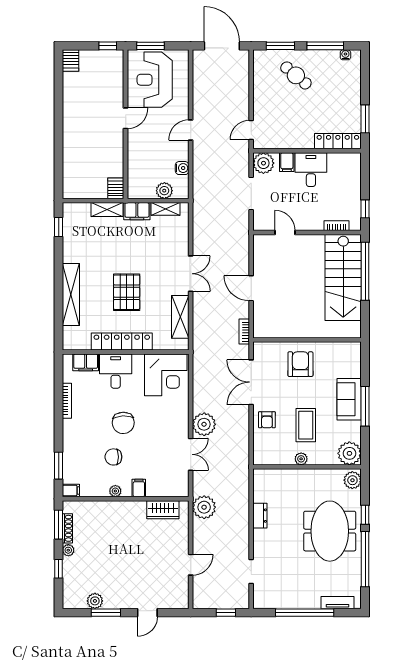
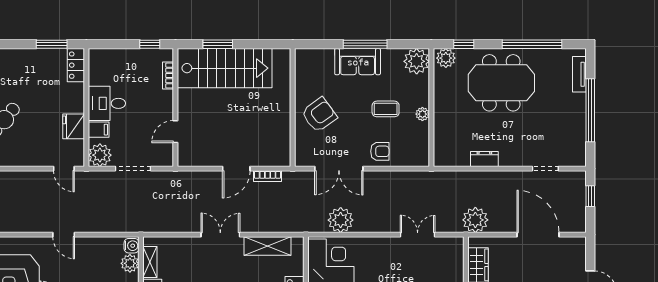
fridge: (290, 139) -> (74, 126), added
locker: (338, 141) -> (76, 65), width x0.66
water cooler: (182, 168) -> (132, 246), moved, turned 90
window: (365, 271) -> (218, 44), width x0.47
bookcase: (244, 332) -> (268, 176), moved
armchair: (300, 364) -> (319, 115), turned 144
plant: (204, 424) -> (341, 220), moved
coffee table: (306, 425) -> (386, 109), width x0.73, depth x0.77
window: (365, 515) -> (464, 44), moved
door: (191, 565) -> (538, 235), width x1.87

